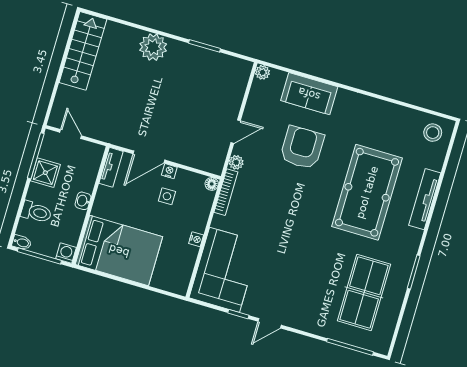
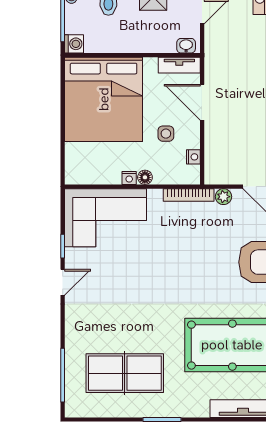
nightstand: (169, 171) -> (193, 157), moved
floor lamp: (212, 184) -> (145, 177), moved
washbasin: (83, 201) -> (186, 46), moved
bed: (119, 251) -> (104, 99), width x1.36
door: (270, 323) -> (63, 282), swing flipped

